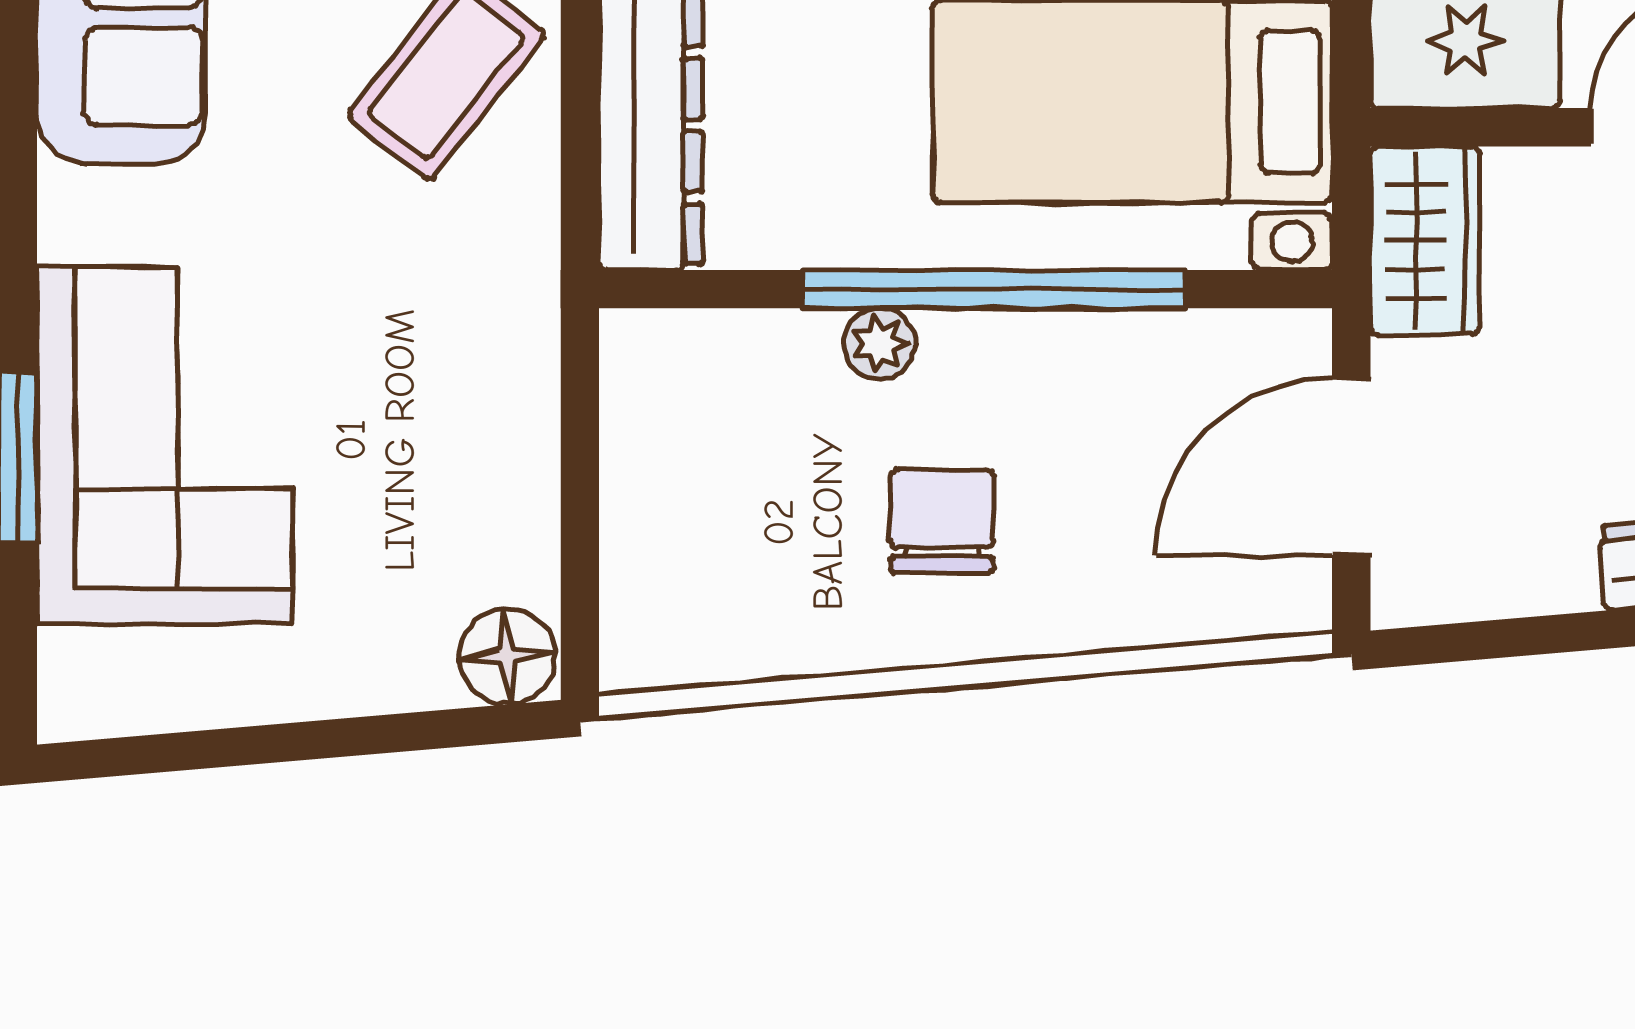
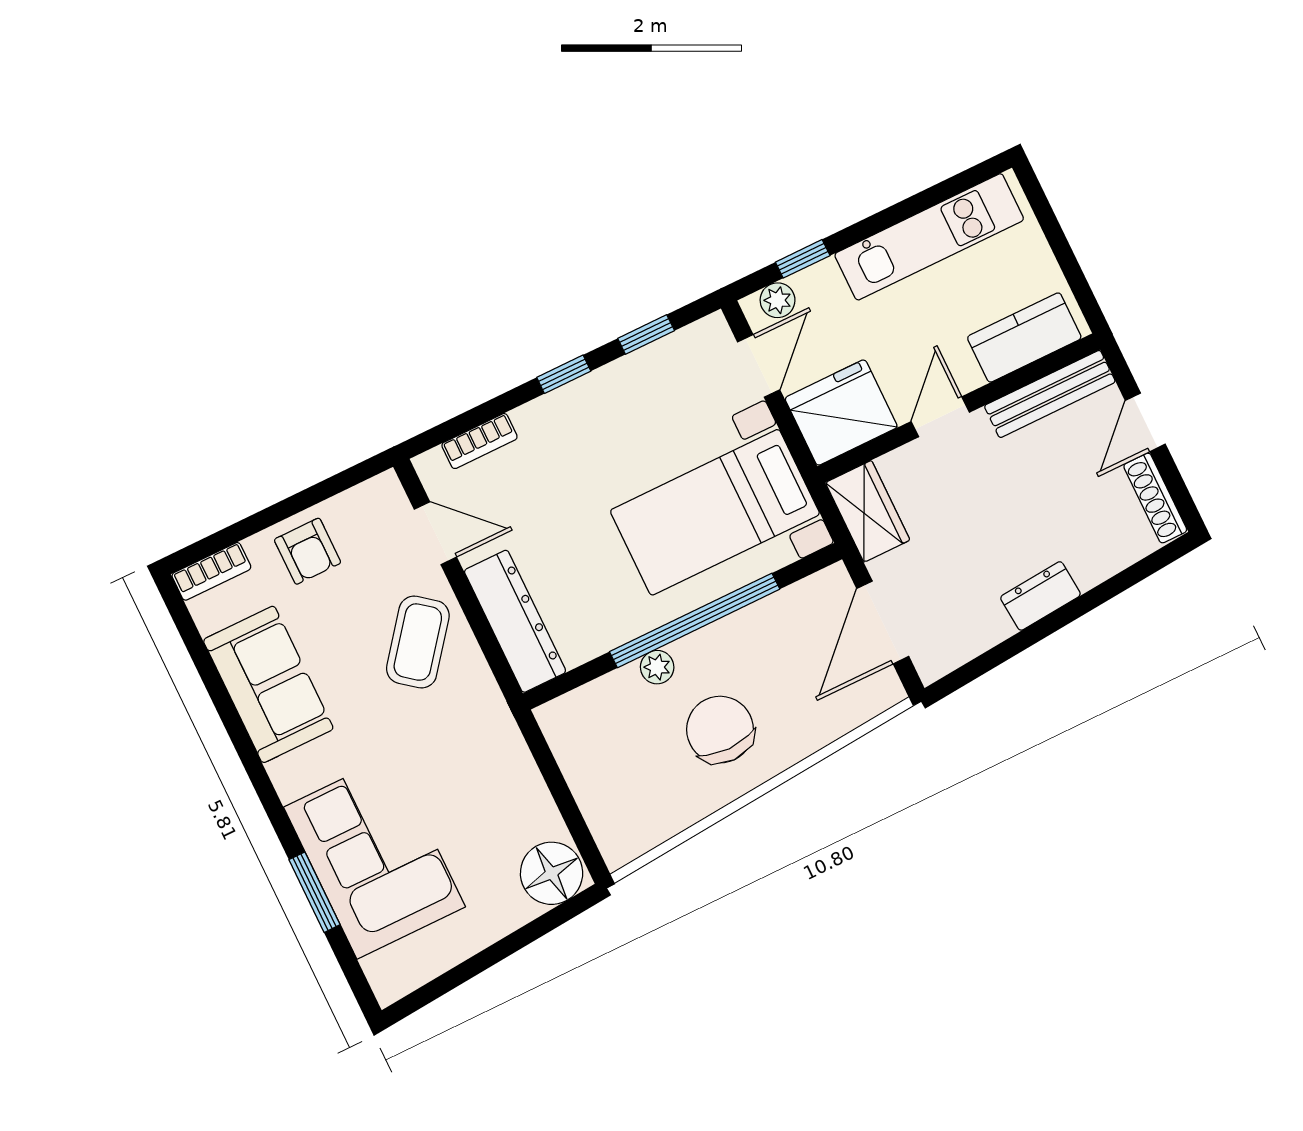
chair: (942, 521) -> (720, 730), width x1.37, depth x1.37
floor lamp: (507, 656) -> (552, 873), width x1.38, depth x1.38

